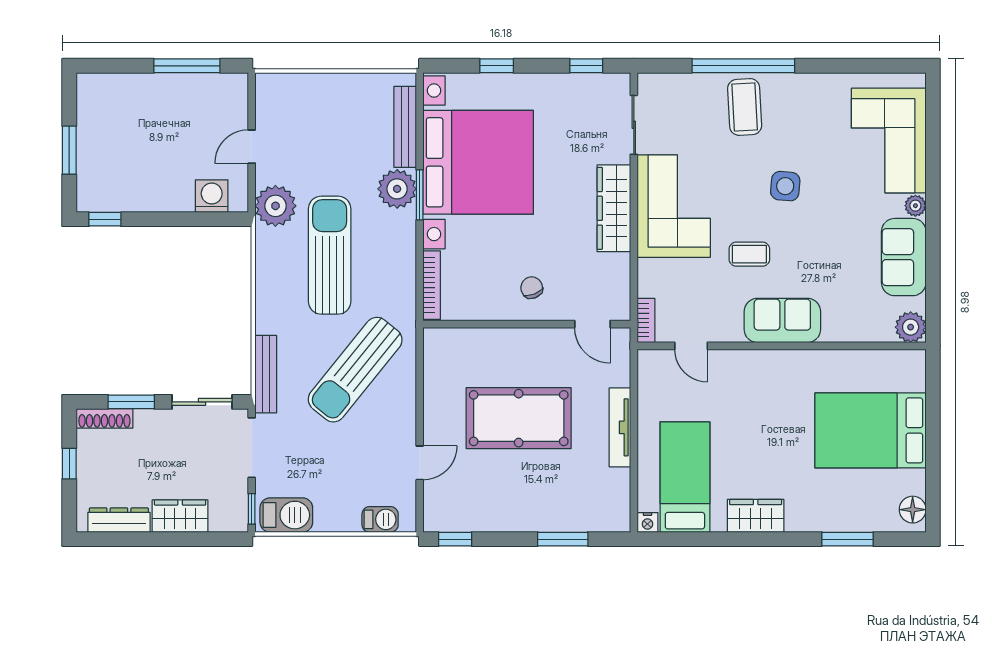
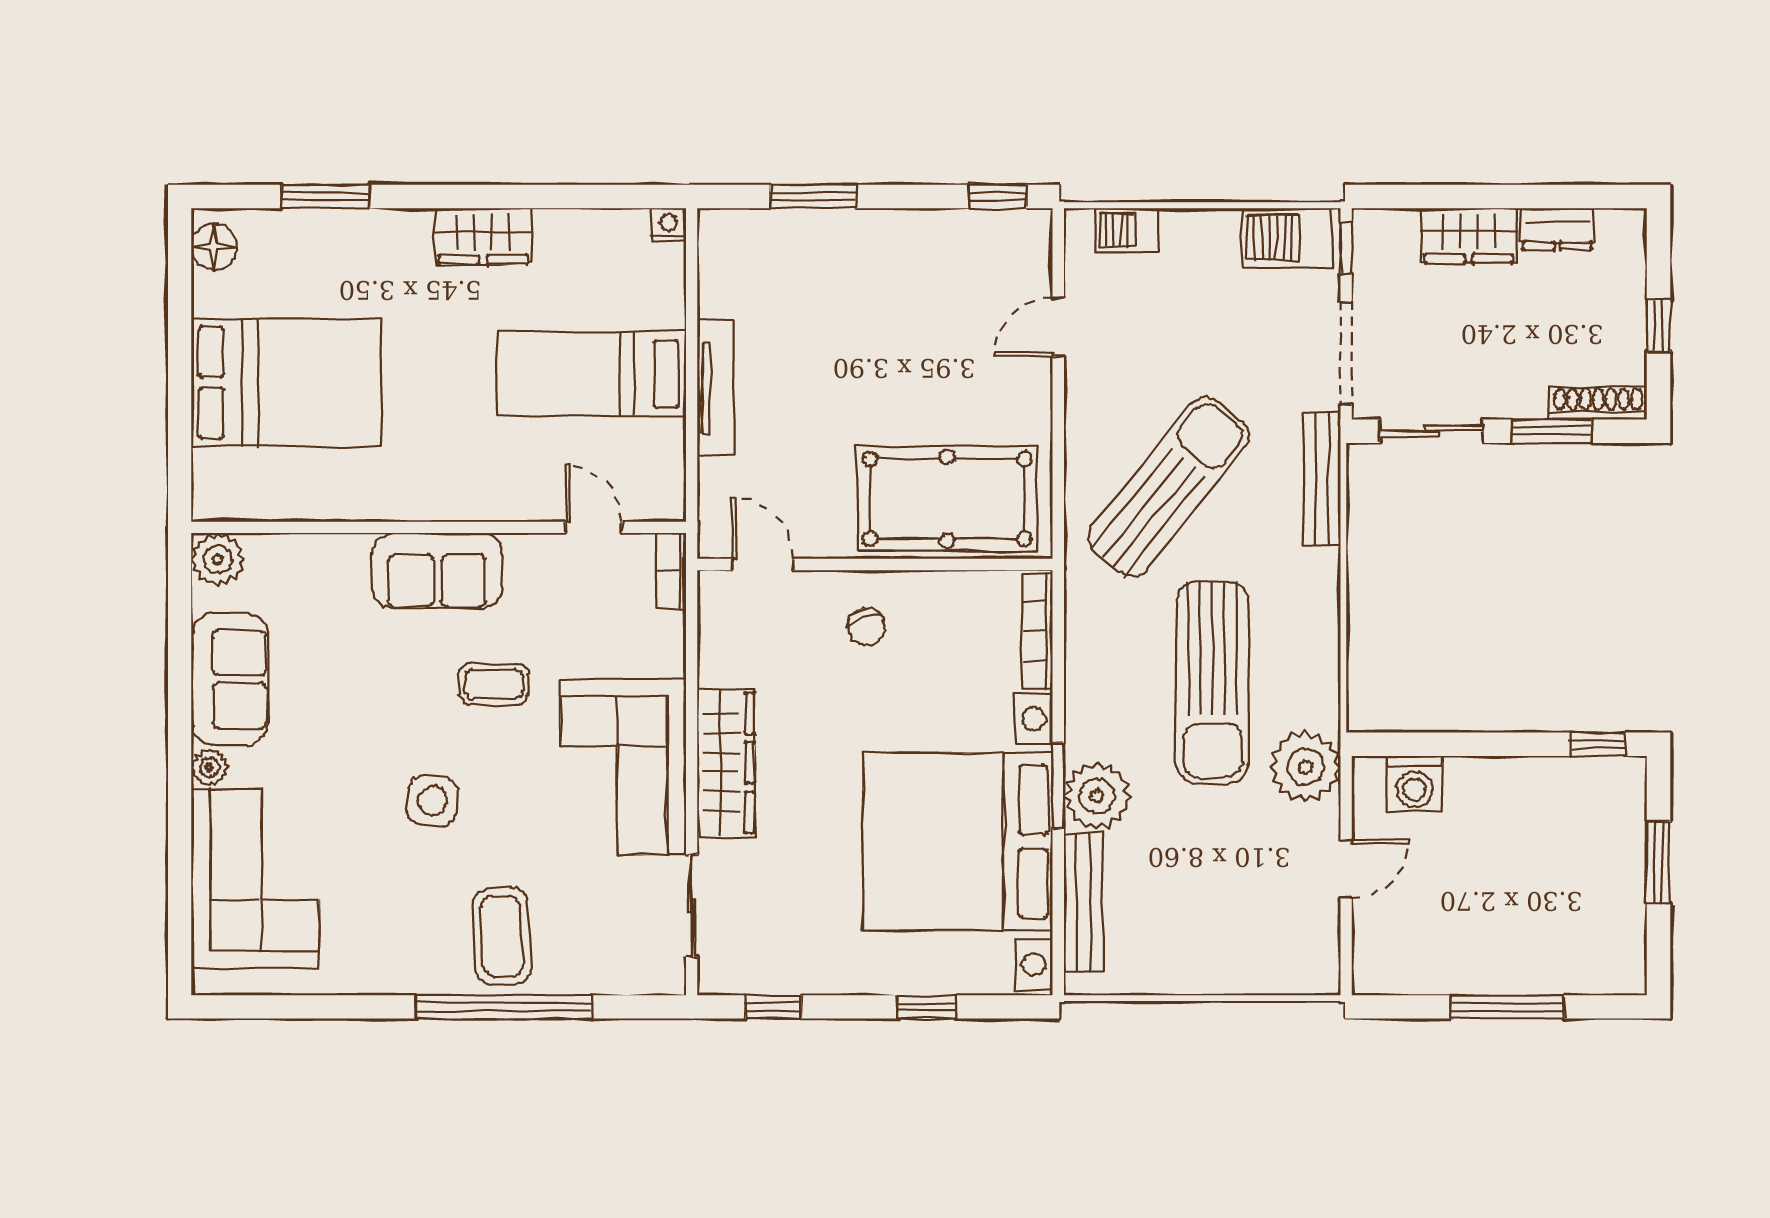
window: (187, 66) -> (1507, 1007), moved
pool table: (519, 418) -> (947, 499), moved
bed: (685, 477) -> (592, 374), moved, turned 90
dresser: (119, 520) -> (1557, 229), width x0.70

